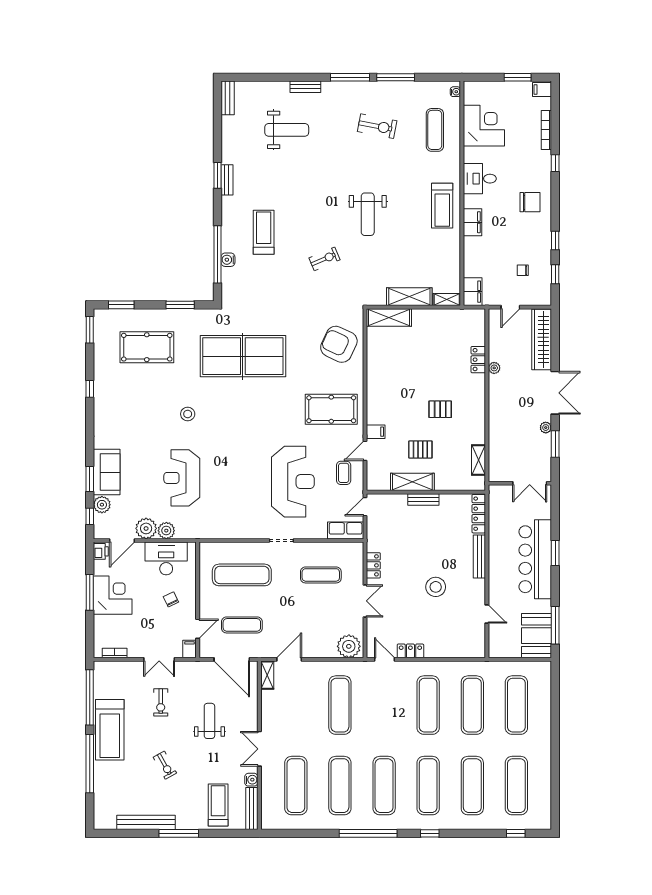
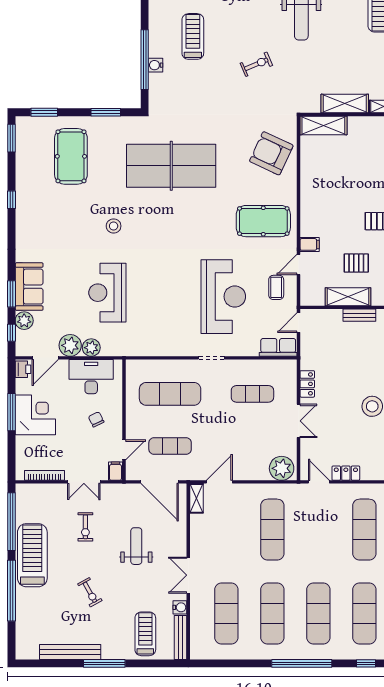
pool table: (147, 347) -> (71, 156), turned 90
bookcase: (115, 653) -> (45, 475), width x1.56
treadmill: (110, 730) -> (32, 555), turned 180

